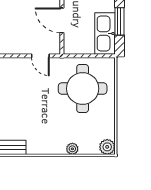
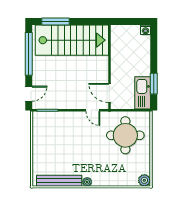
door: (62, 20) -> (109, 93), moved
plant: (72, 149) -> (87, 182), moved

